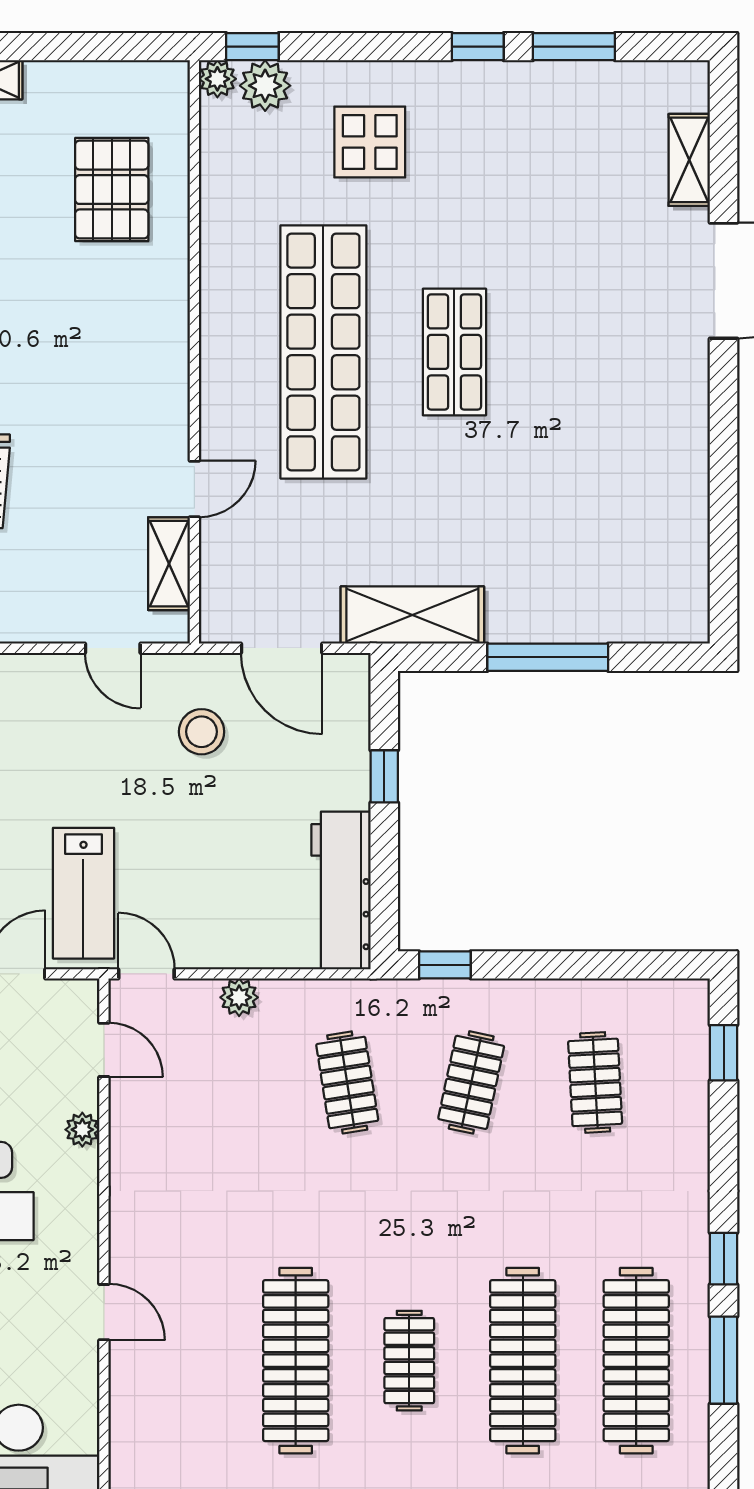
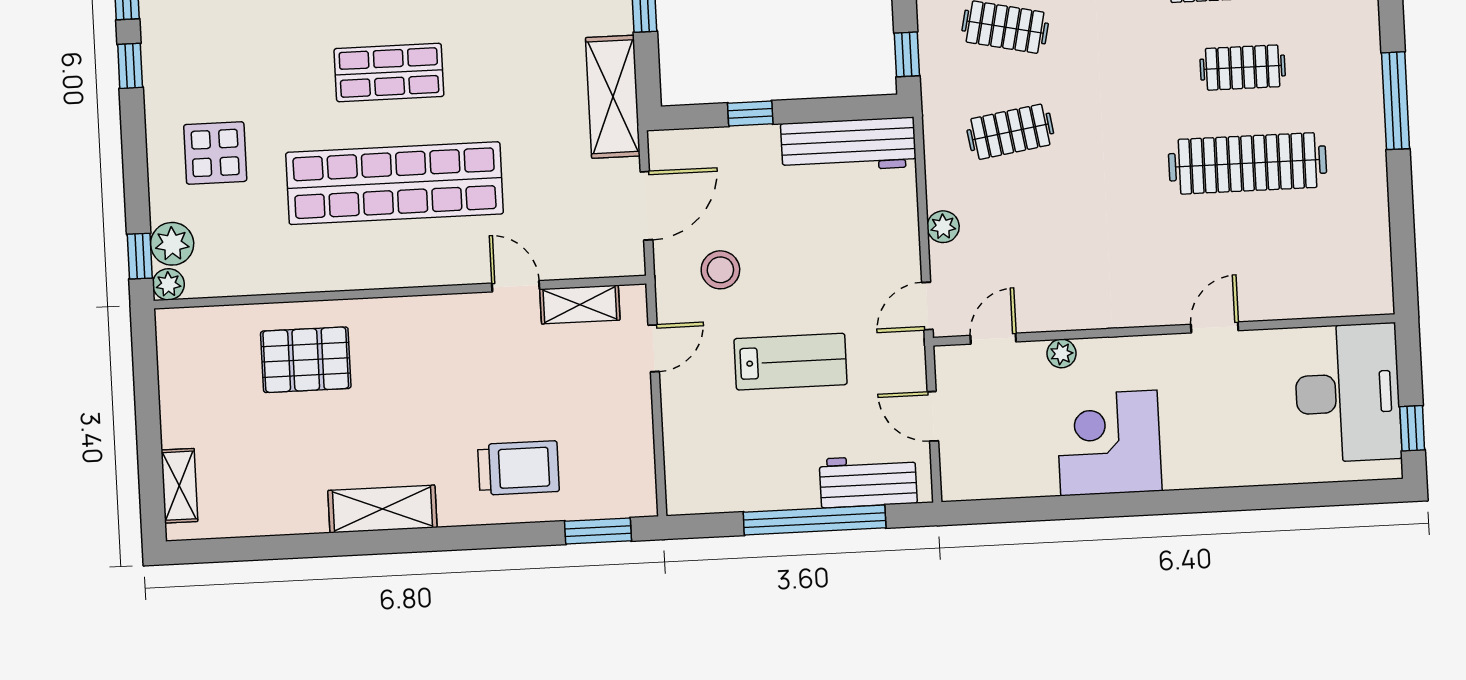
pallet: (112, 190) -> (306, 360), moved
lab bench: (83, 893) -> (791, 362), moved

